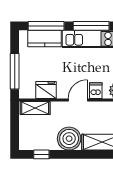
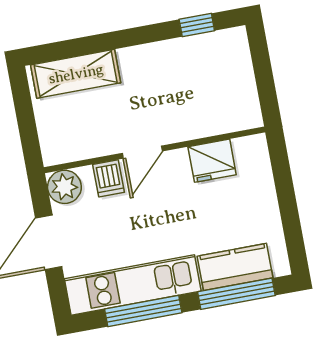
window: (15, 71) -> (284, 187), removed
shelving: (35, 108) -> (228, 119), removed
boiler: (69, 139) -> (145, 69), removed

